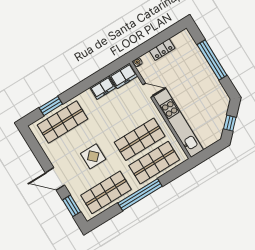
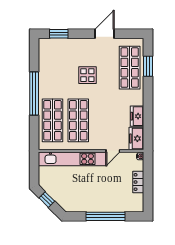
door: (55, 179) -> (104, 34), moved
shop shelf: (106, 192) -> (53, 68), removed

